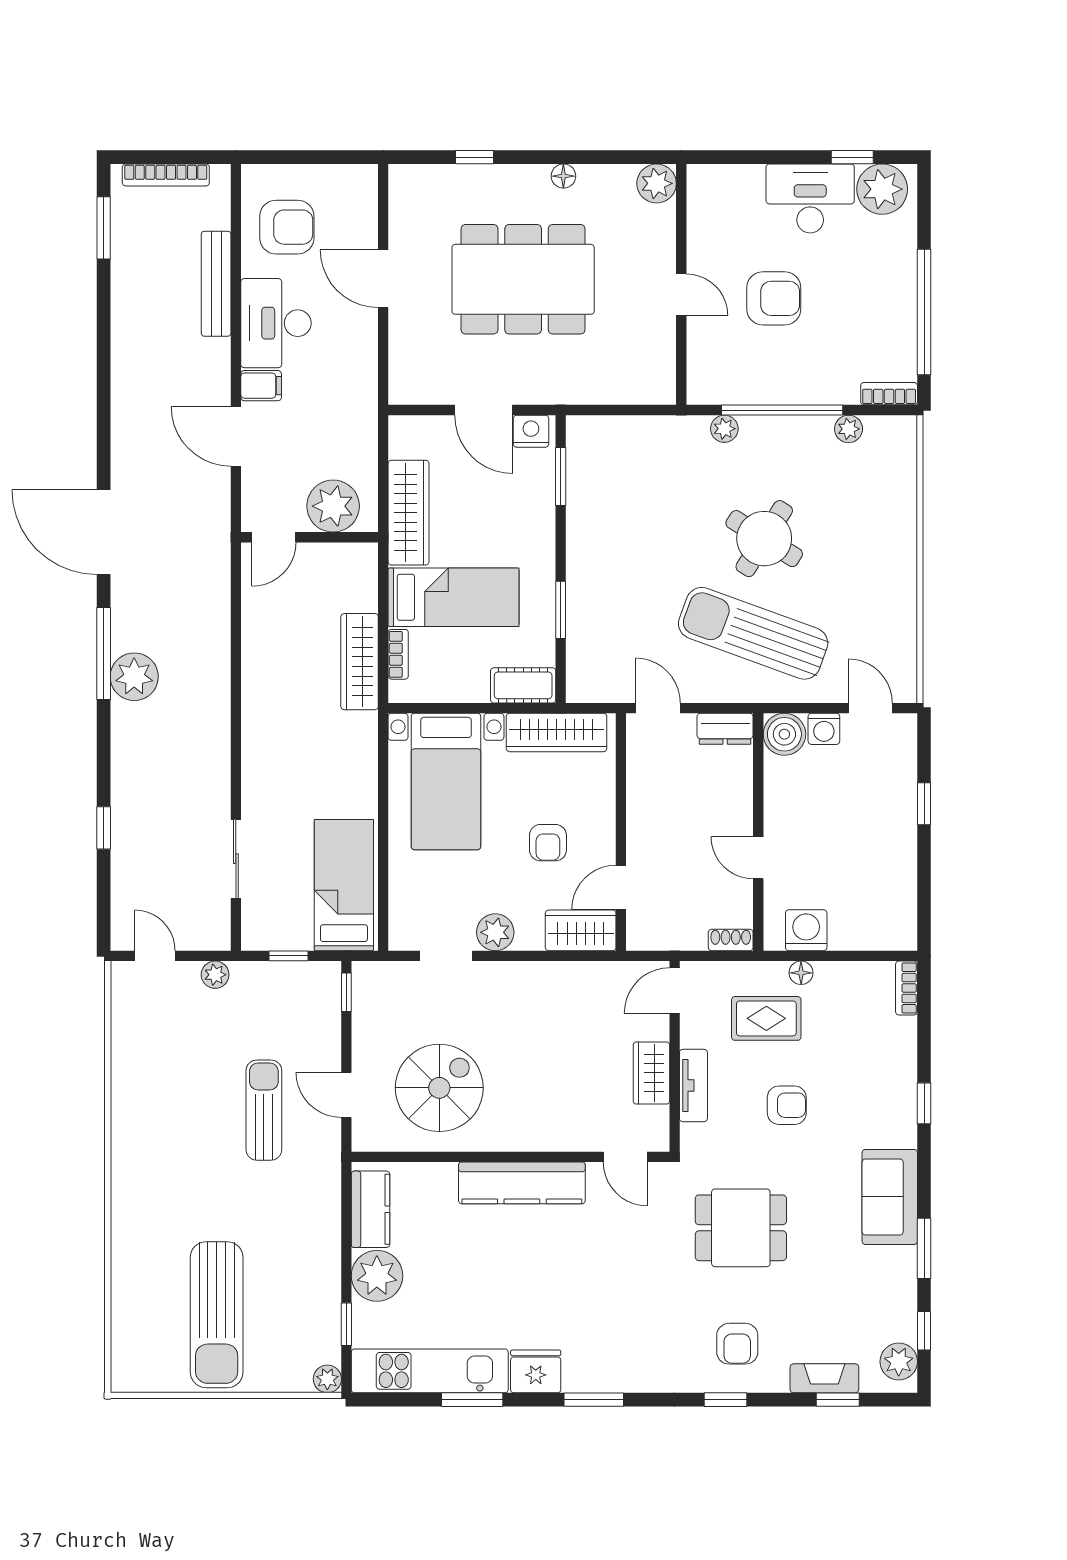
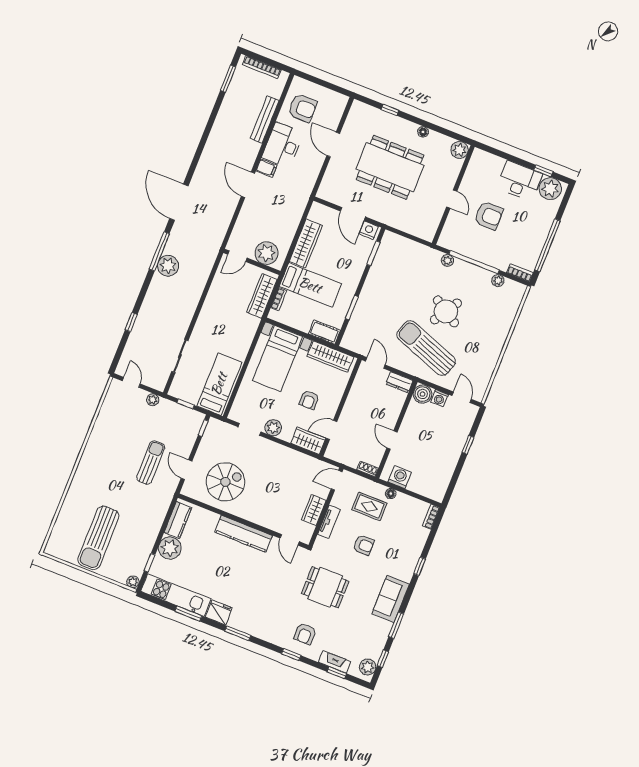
plant: (333, 506) -> (267, 253), moved
door: (274, 537) -> (237, 256), moved
wall: (310, 537) -> (252, 262), moved

